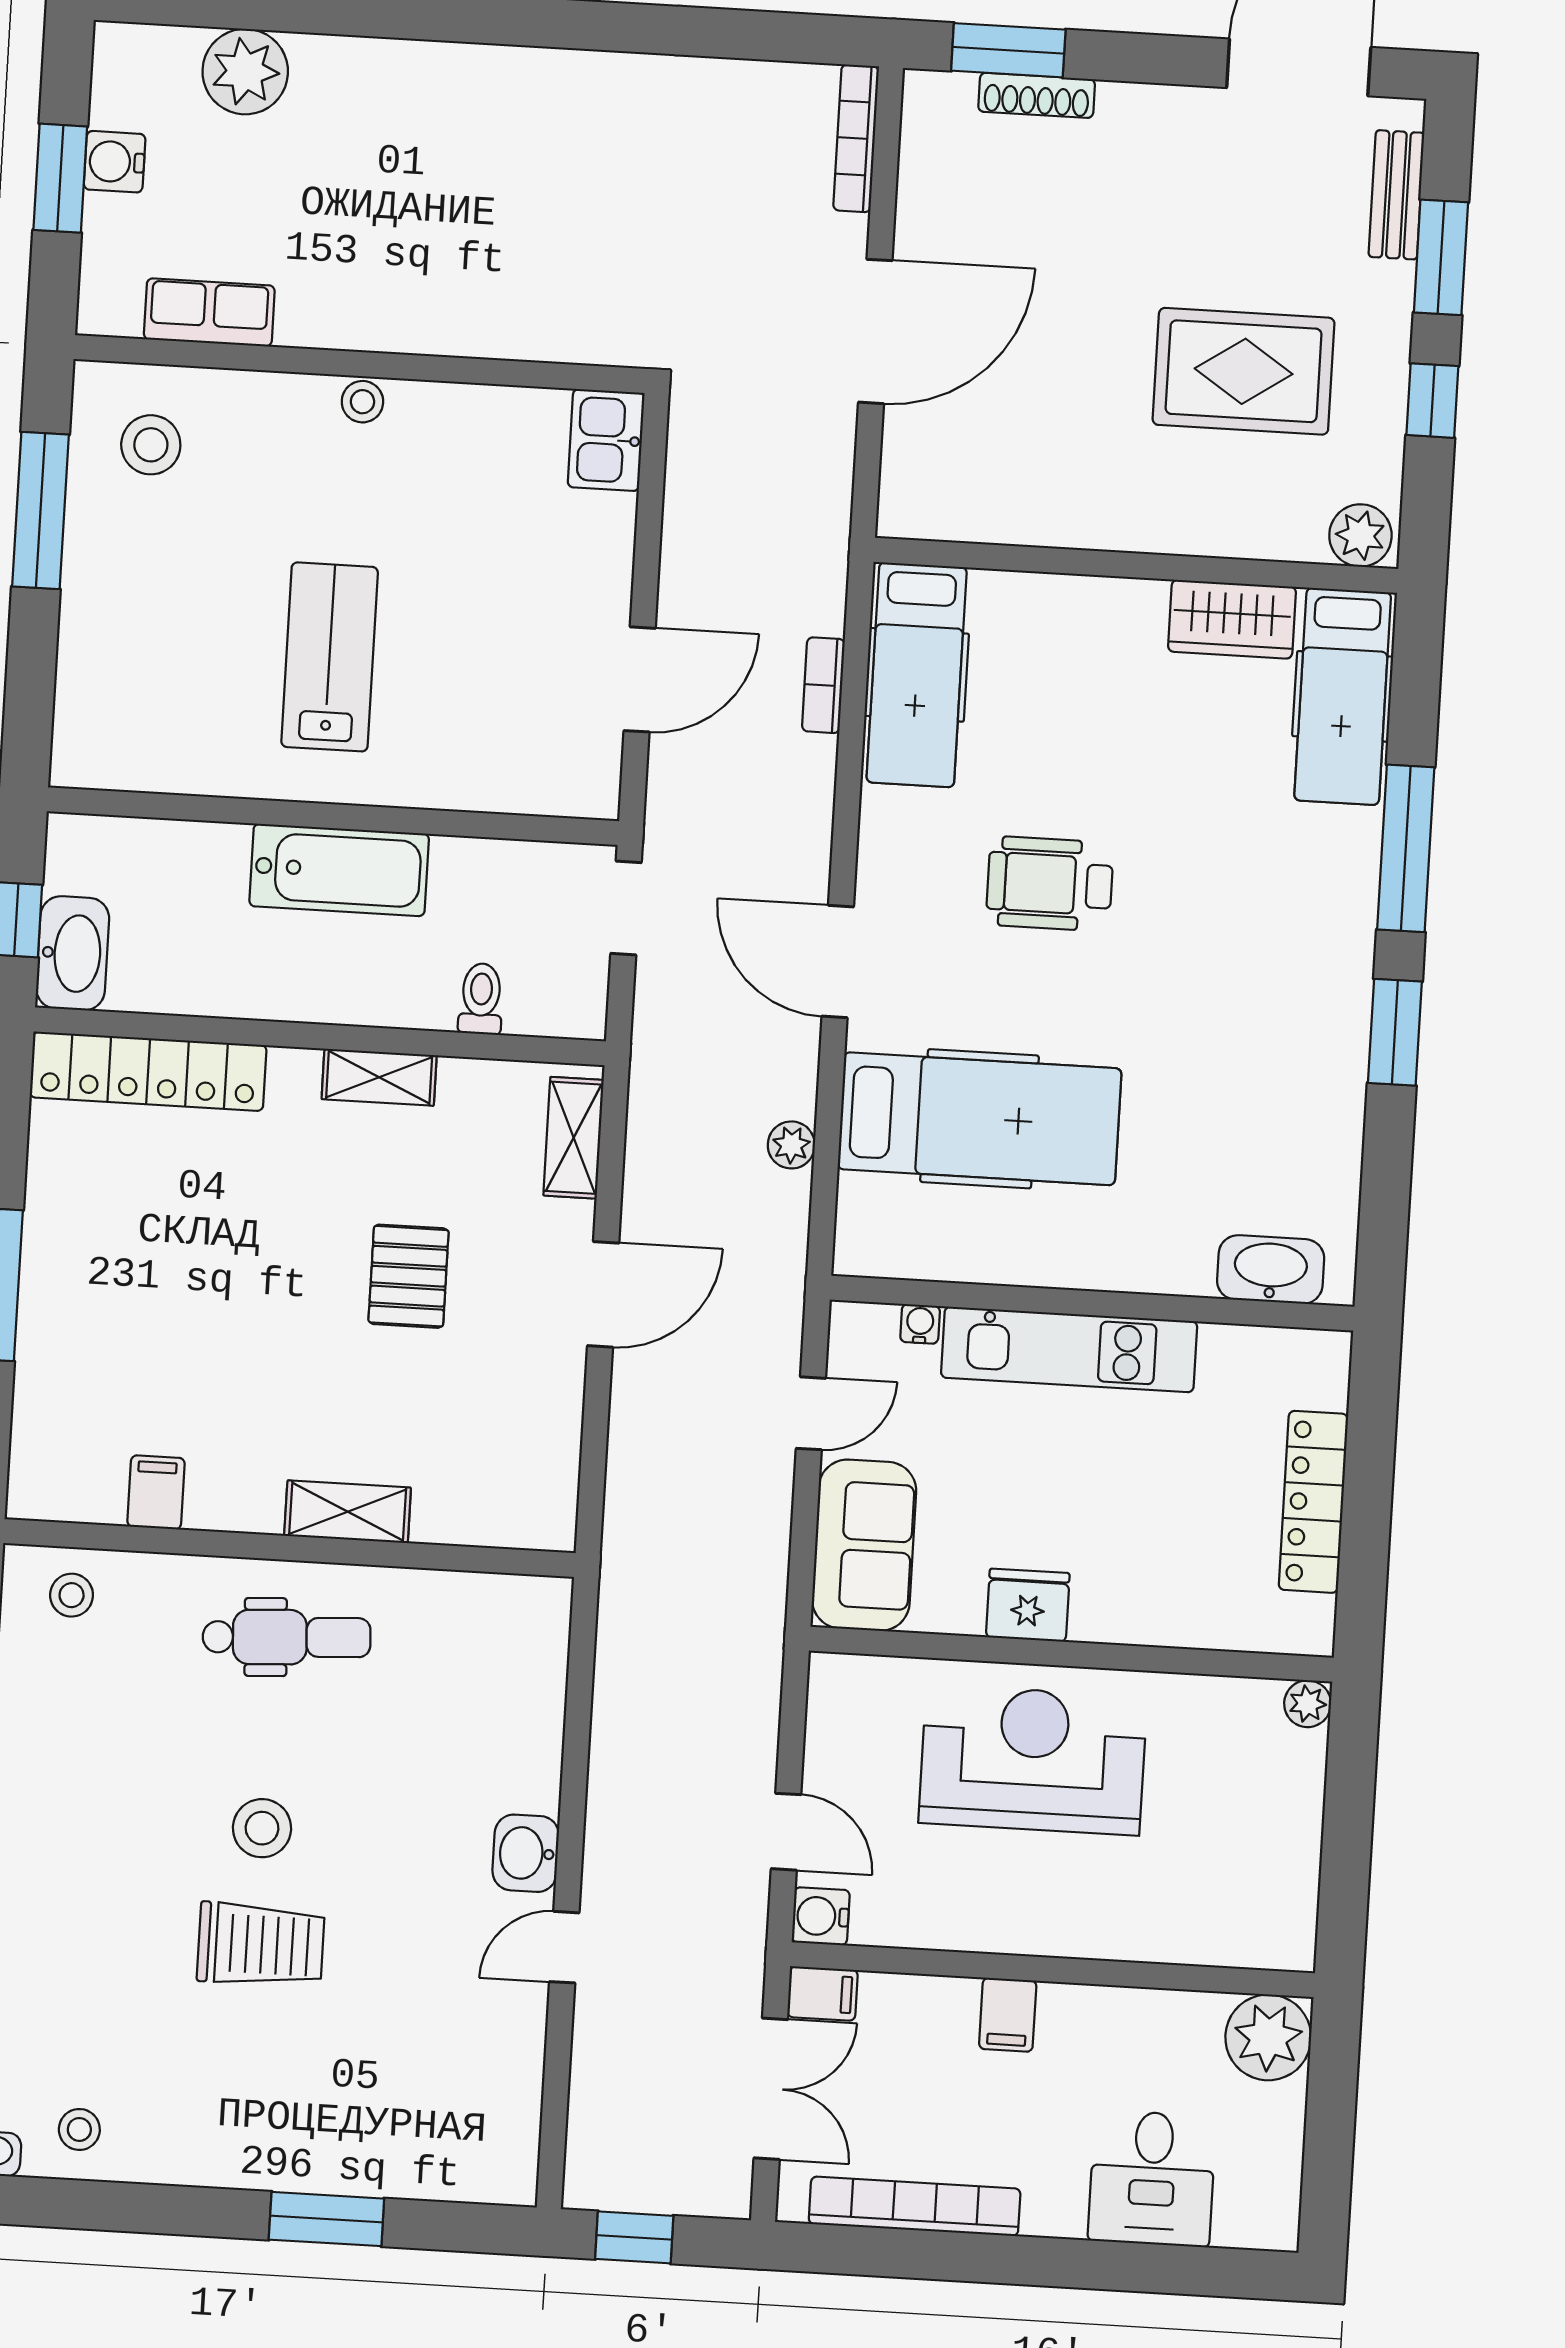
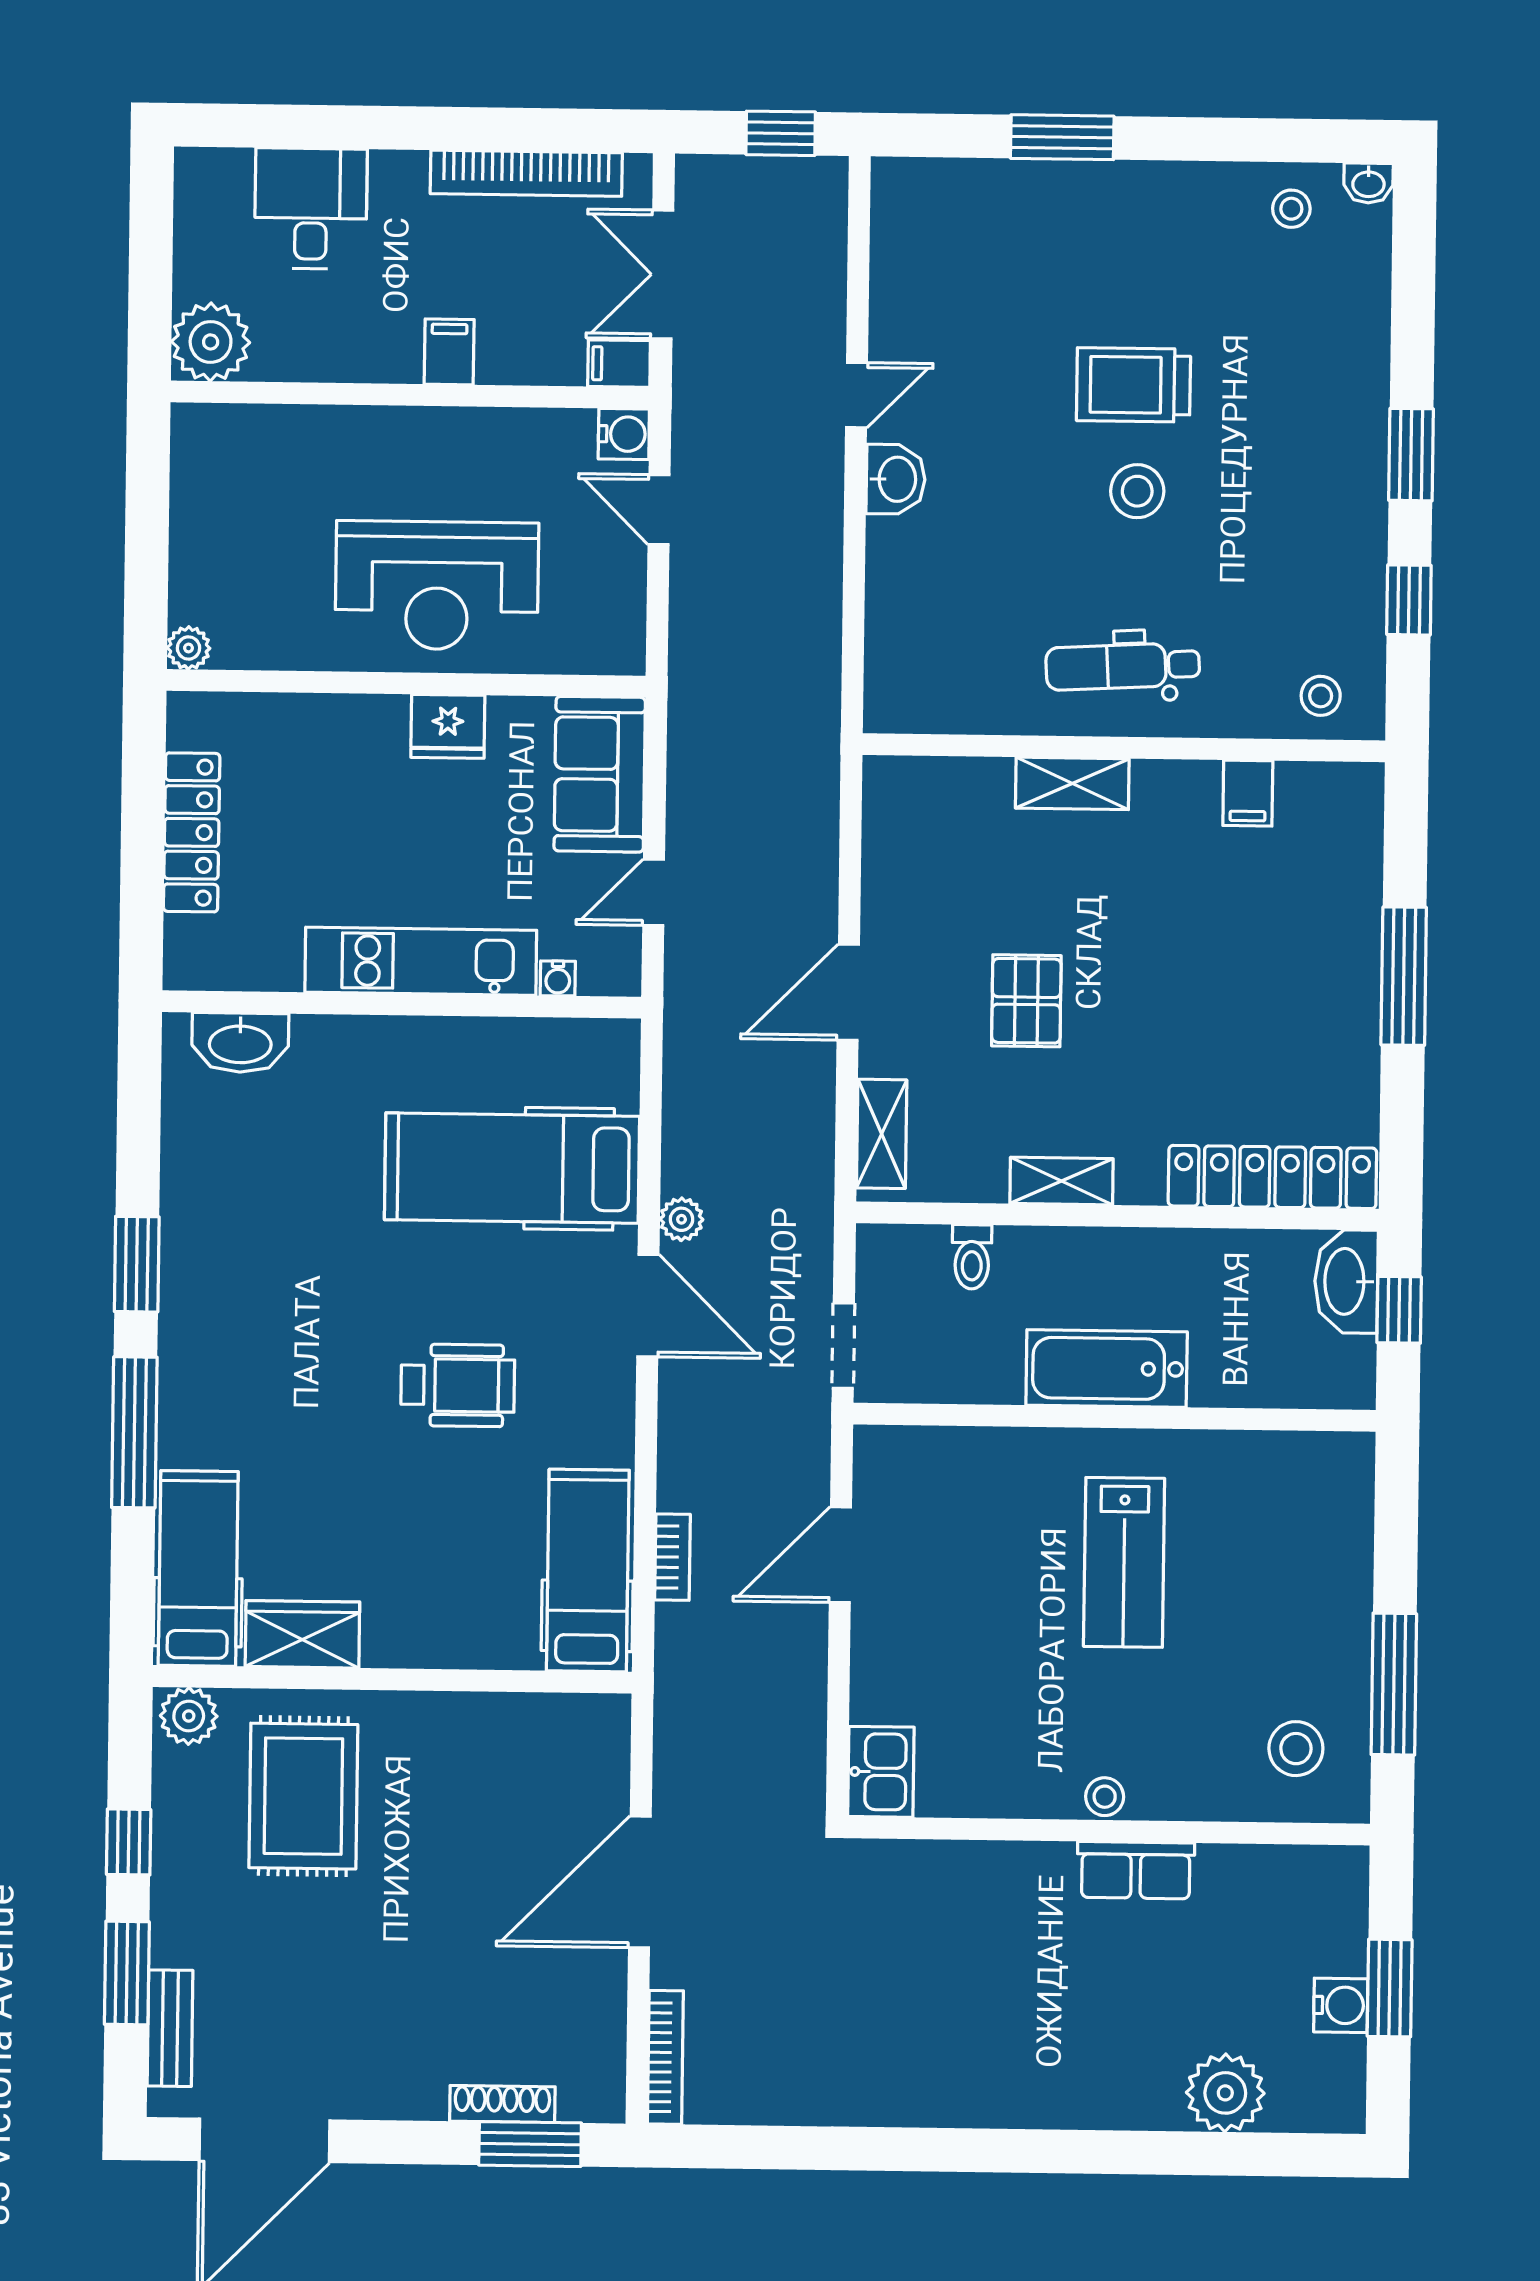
row of seats: (209, 312) -> (1136, 1870), moved
rug: (1244, 371) -> (303, 1796), moved, turned 90
plant: (791, 1145) -> (681, 1219), moved

